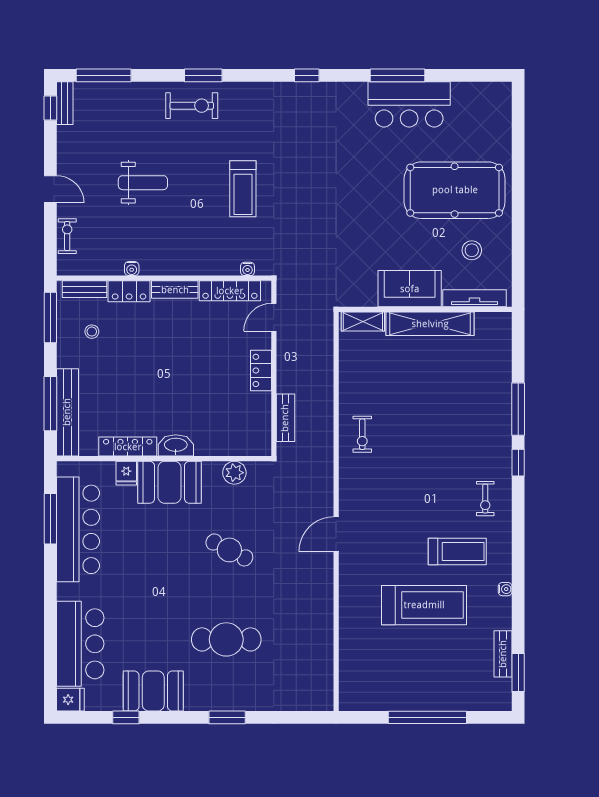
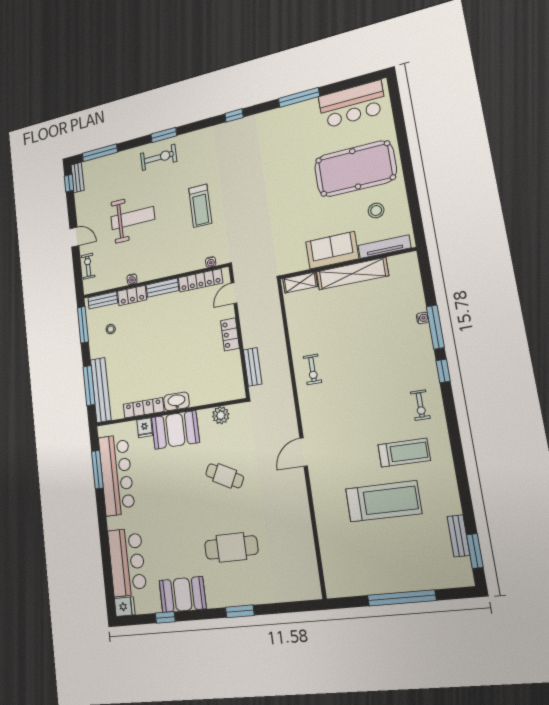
bar counter: (409, 104) -> (352, 104), moved
weight bench: (143, 183) -> (133, 218), width x1.36, depth x1.33
water cooler: (505, 589) -> (423, 318), moved

